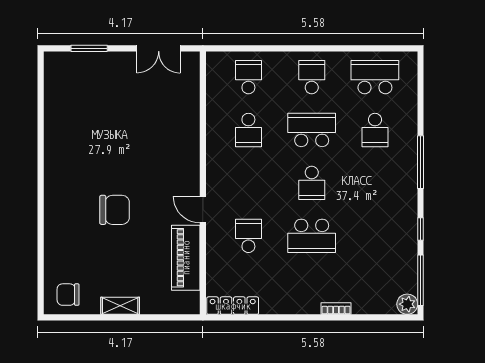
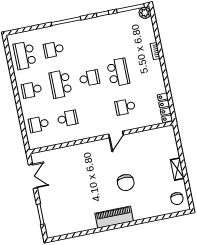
school desk: (375, 130) -> (54, 50), turned 180
chair: (115, 210) -> (126, 183), turned 180
piano: (186, 258) -> (114, 217), moved, turned 180

